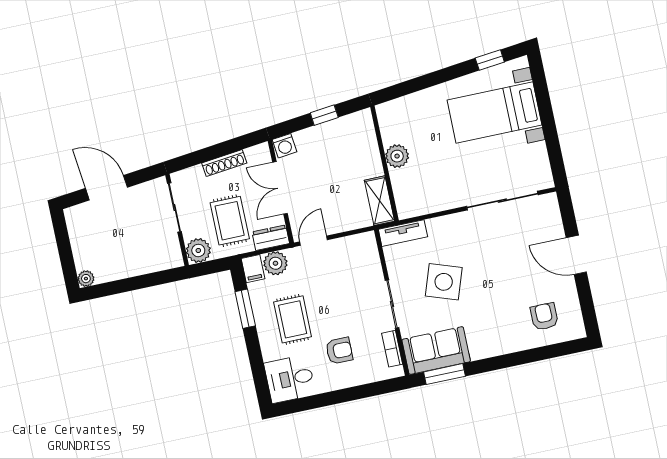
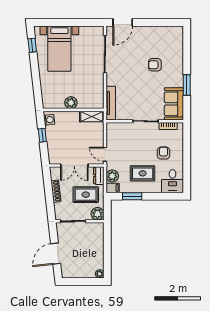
washing machine: (285, 146) -> (49, 120), moved
tv unit: (403, 233) -> (111, 103), width x1.41
door: (576, 255) -> (123, 22), moved
side table: (444, 282) -> (140, 93), removed
armchair: (544, 316) -> (155, 65), moved
window: (444, 374) -> (187, 85), moved

